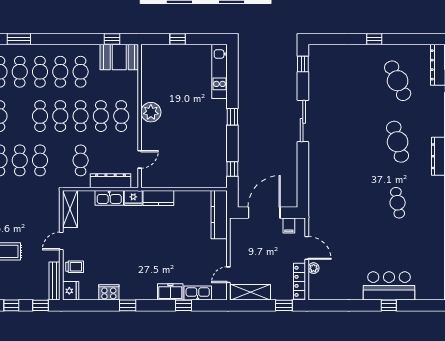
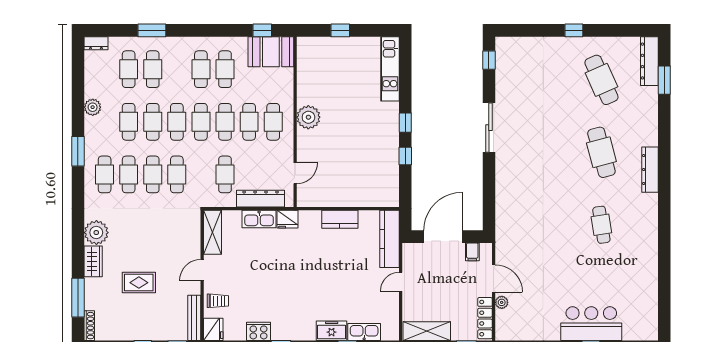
cafe table: (40, 72) -> (153, 122), moved
window: (232, 169) -> (405, 156), moved
kitchen counter: (158, 198) -> (340, 219), moved
door: (228, 275) -> (401, 282), moved

